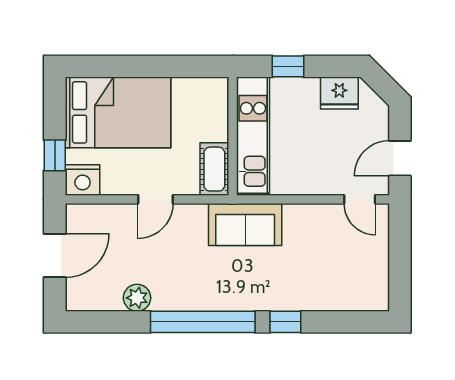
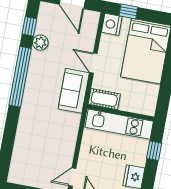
sofa: (245, 224) -> (74, 91), moved
window: (285, 322) -> (29, 26), moved

